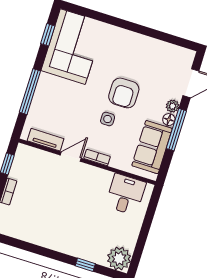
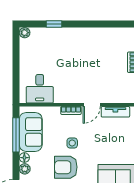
armchair: (124, 93) -> (66, 167), turned -90
window: (176, 130) -> (16, 135), moved
plant: (119, 258) -> (25, 33), width x0.53, depth x0.53

